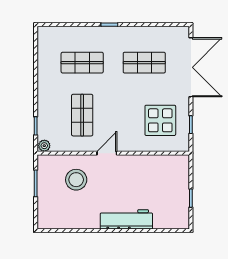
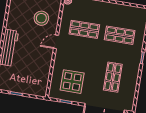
shop shelf: (82, 63) -> (120, 35), turned 90
door: (107, 153) -> (56, 42), swing flipped

